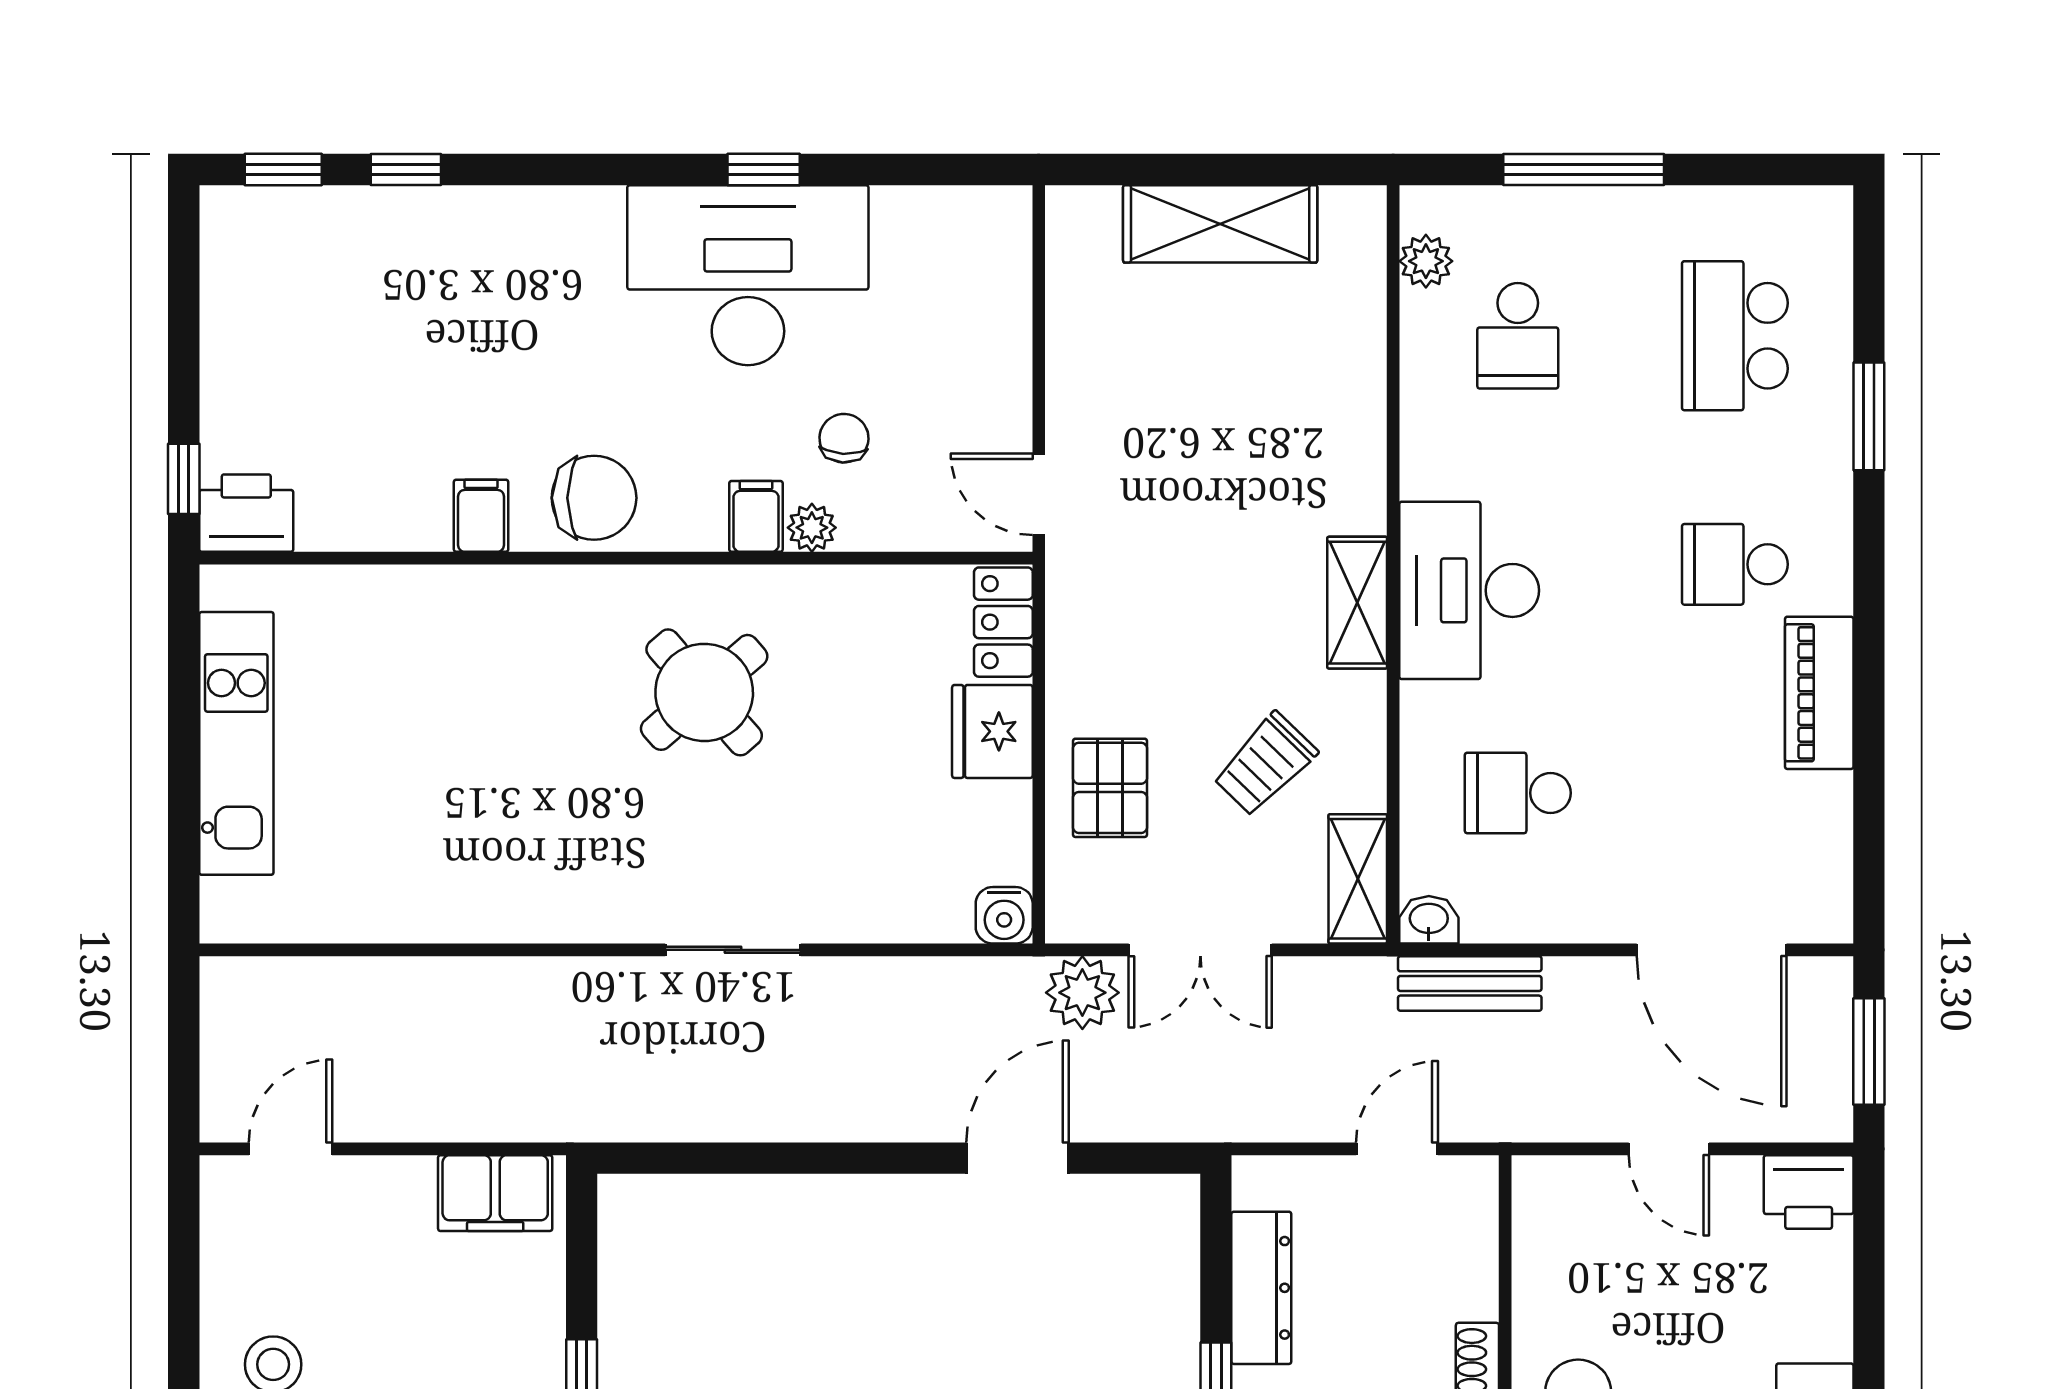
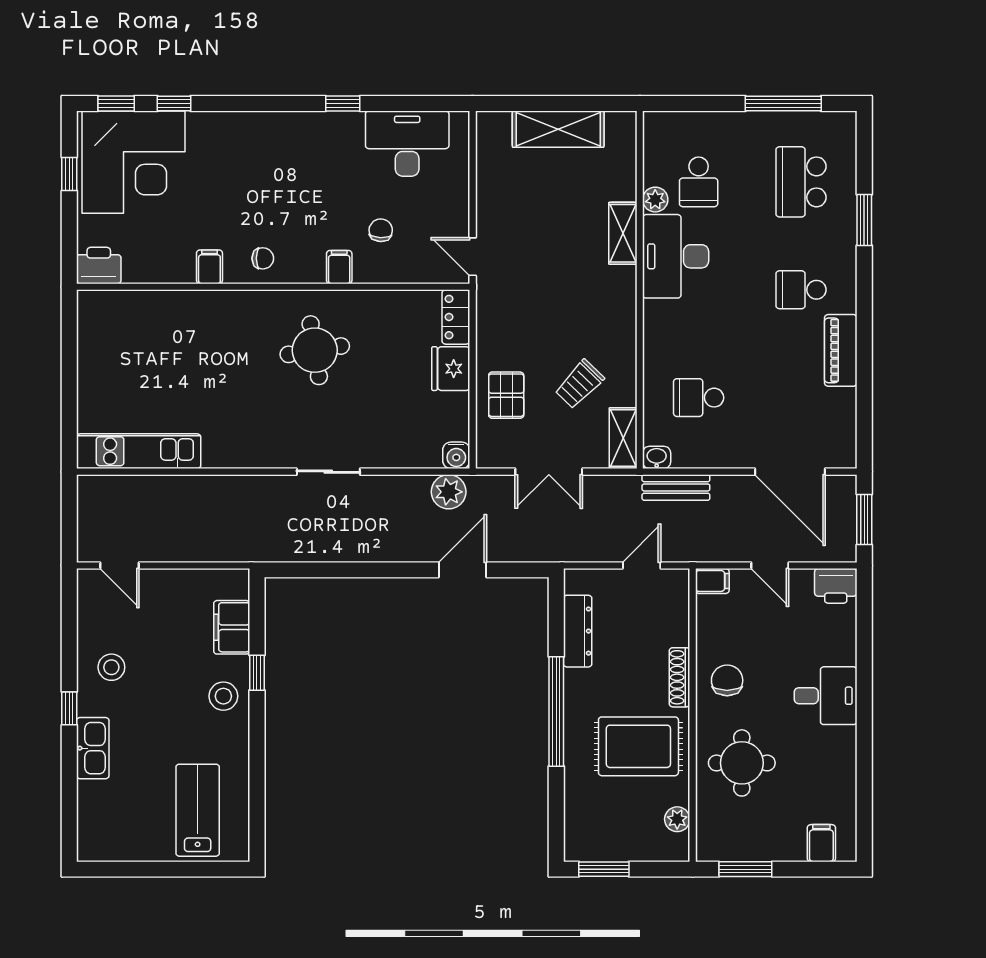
window: (1584, 169) -> (783, 103), moved
plant: (1426, 261) -> (655, 200), moved
desk: (748, 275) -> (407, 144), moved, width x0.73, depth x0.77
corner desk: (320, 294) -> (134, 162), added
window: (184, 479) -> (69, 174), moved
chair: (594, 498) -> (263, 258), width x0.54, depth x0.54
plant: (812, 528) -> (366, 272), removed
desk: (1469, 590) -> (676, 256), moved
shelving: (1357, 603) -> (623, 233), moved
round table: (704, 692) -> (315, 350), turned 32
kitchen unit: (236, 743) -> (139, 451), moved, turned -90
plant: (1082, 993) -> (449, 492), moved
door: (290, 1149) -> (120, 565), swing flipped
filing cabinet: (1547, 1182) -> (712, 581), added
filing cabinet: (495, 1193) -> (232, 627), moved, turned 90

